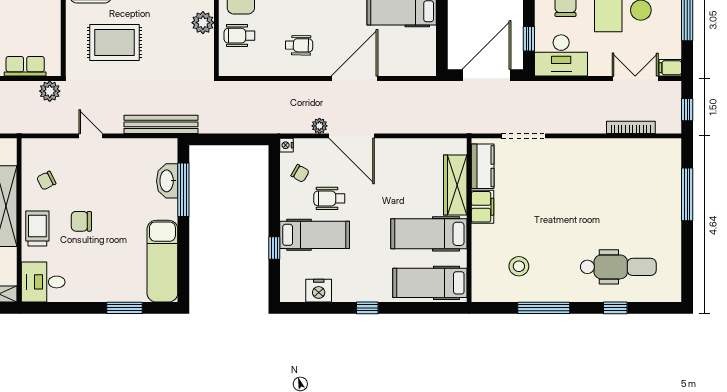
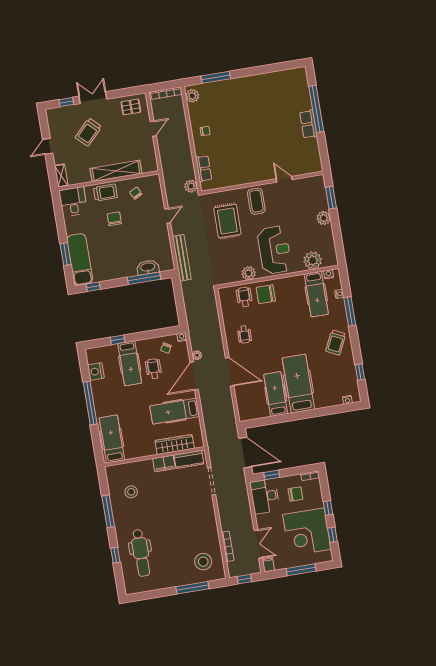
stool: (649, 170) -> (203, 562), added
hospital bed: (429, 234) -> (175, 411), moved, turned -90
exam couch: (162, 261) -> (80, 259), moved, turned 90
window: (183, 273) -> (93, 287), added
window: (367, 308) -> (90, 403), width x3.17

